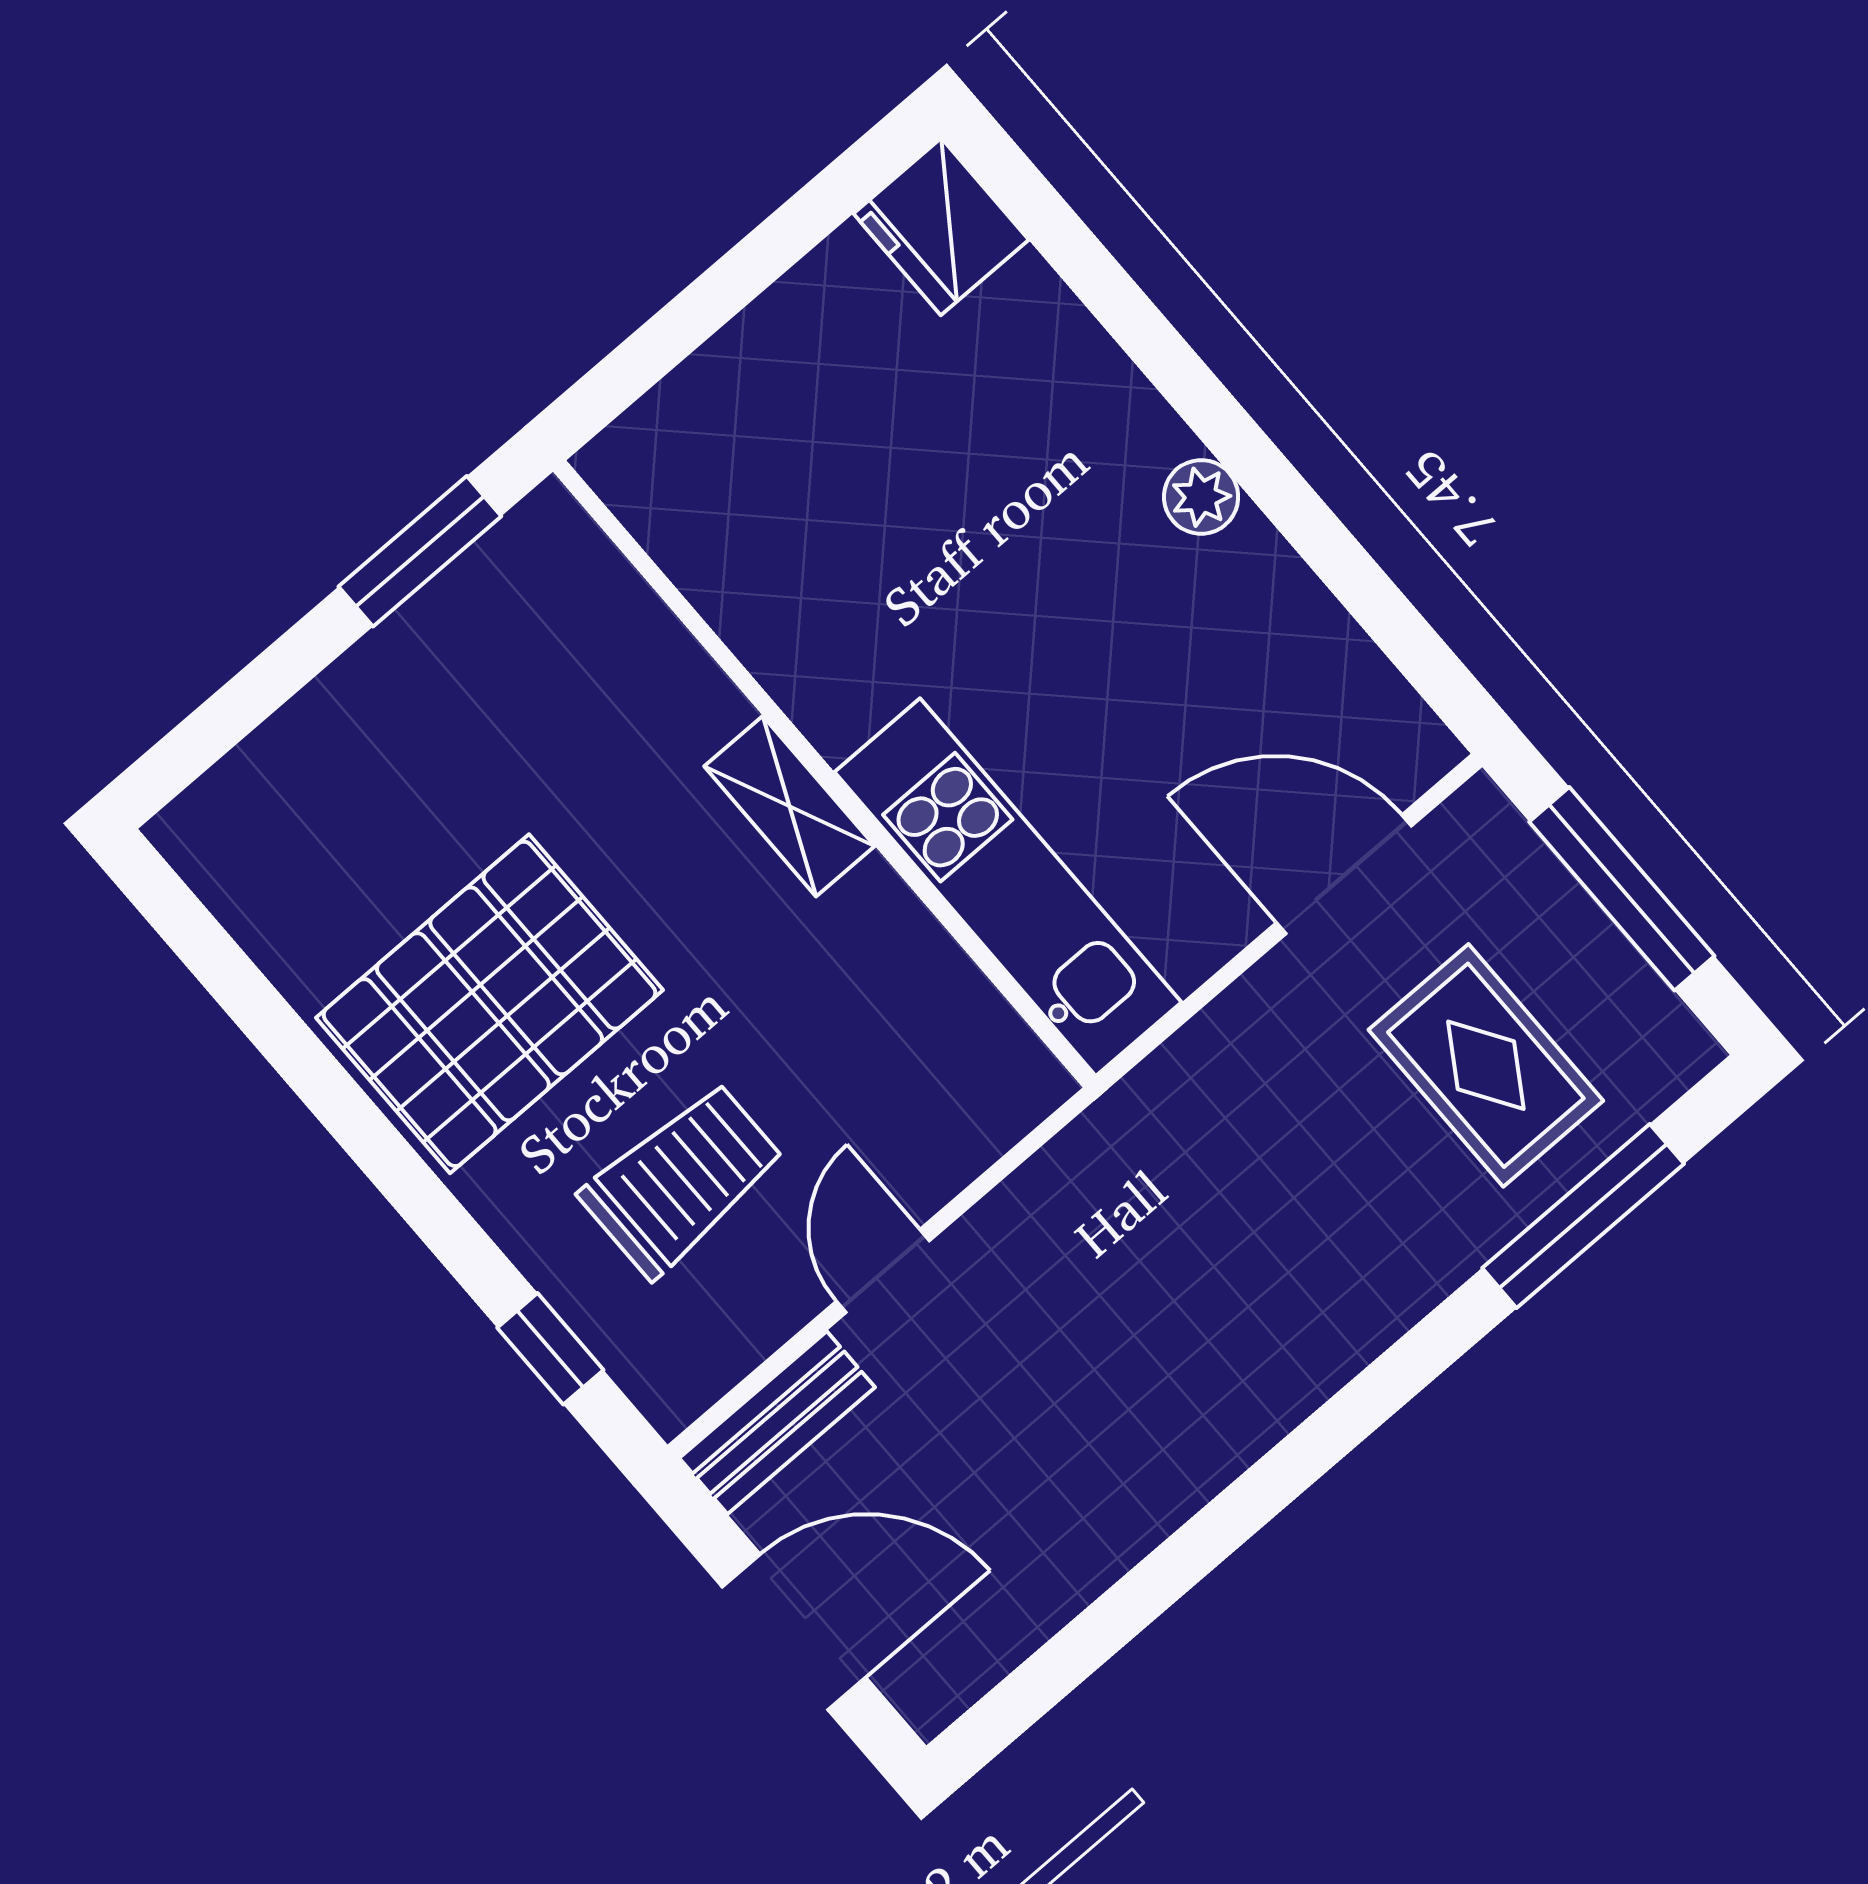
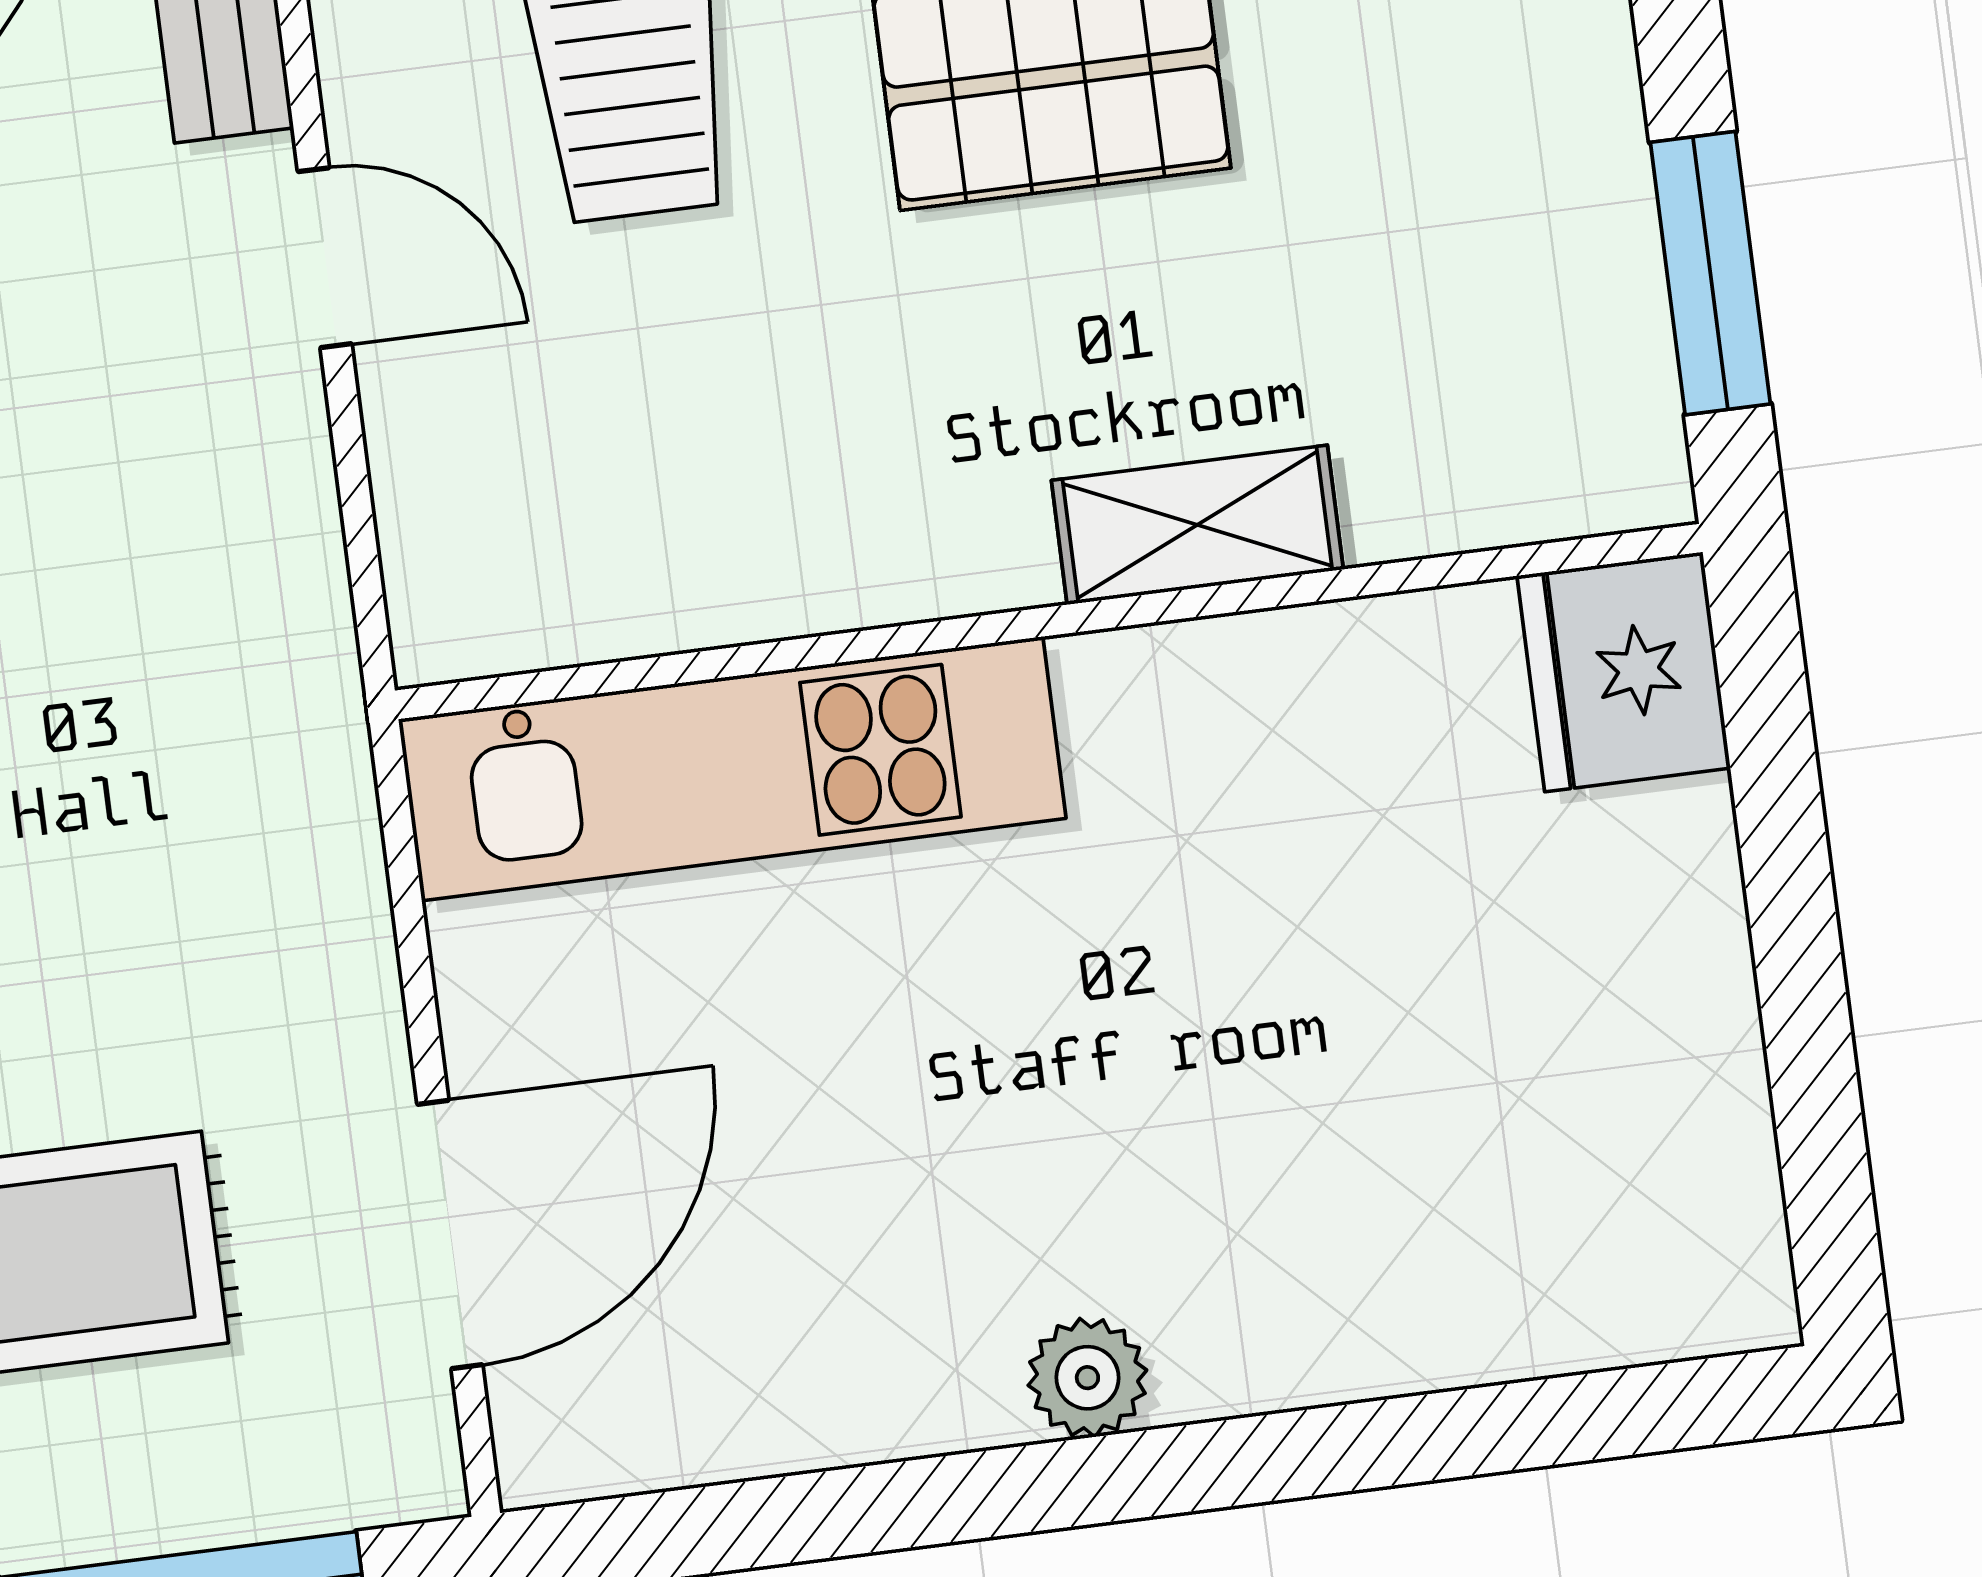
fridge: (941, 227) -> (1624, 672), moved, turned -90
shelving: (789, 806) -> (1197, 525), moved

